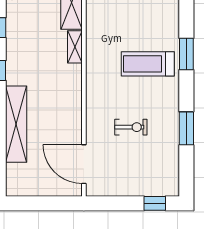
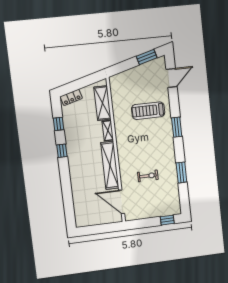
treadmill: (148, 64) -> (148, 111), moved
shelving: (16, 124) -> (110, 165), moved

